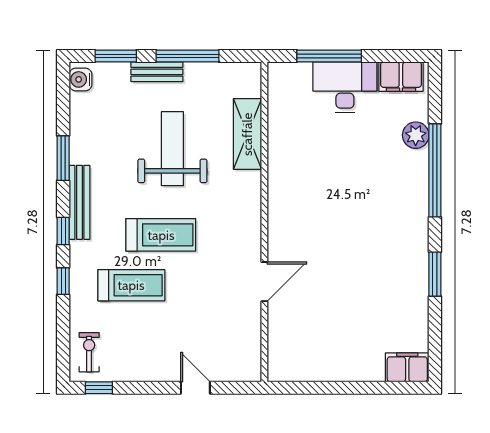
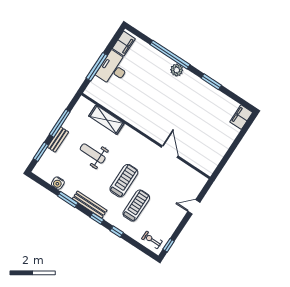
water cooler: (80, 79) -> (58, 183), moved
plant: (416, 135) -> (177, 70), moved
weight bench: (172, 149) -> (93, 153), width x0.73, depth x0.75

